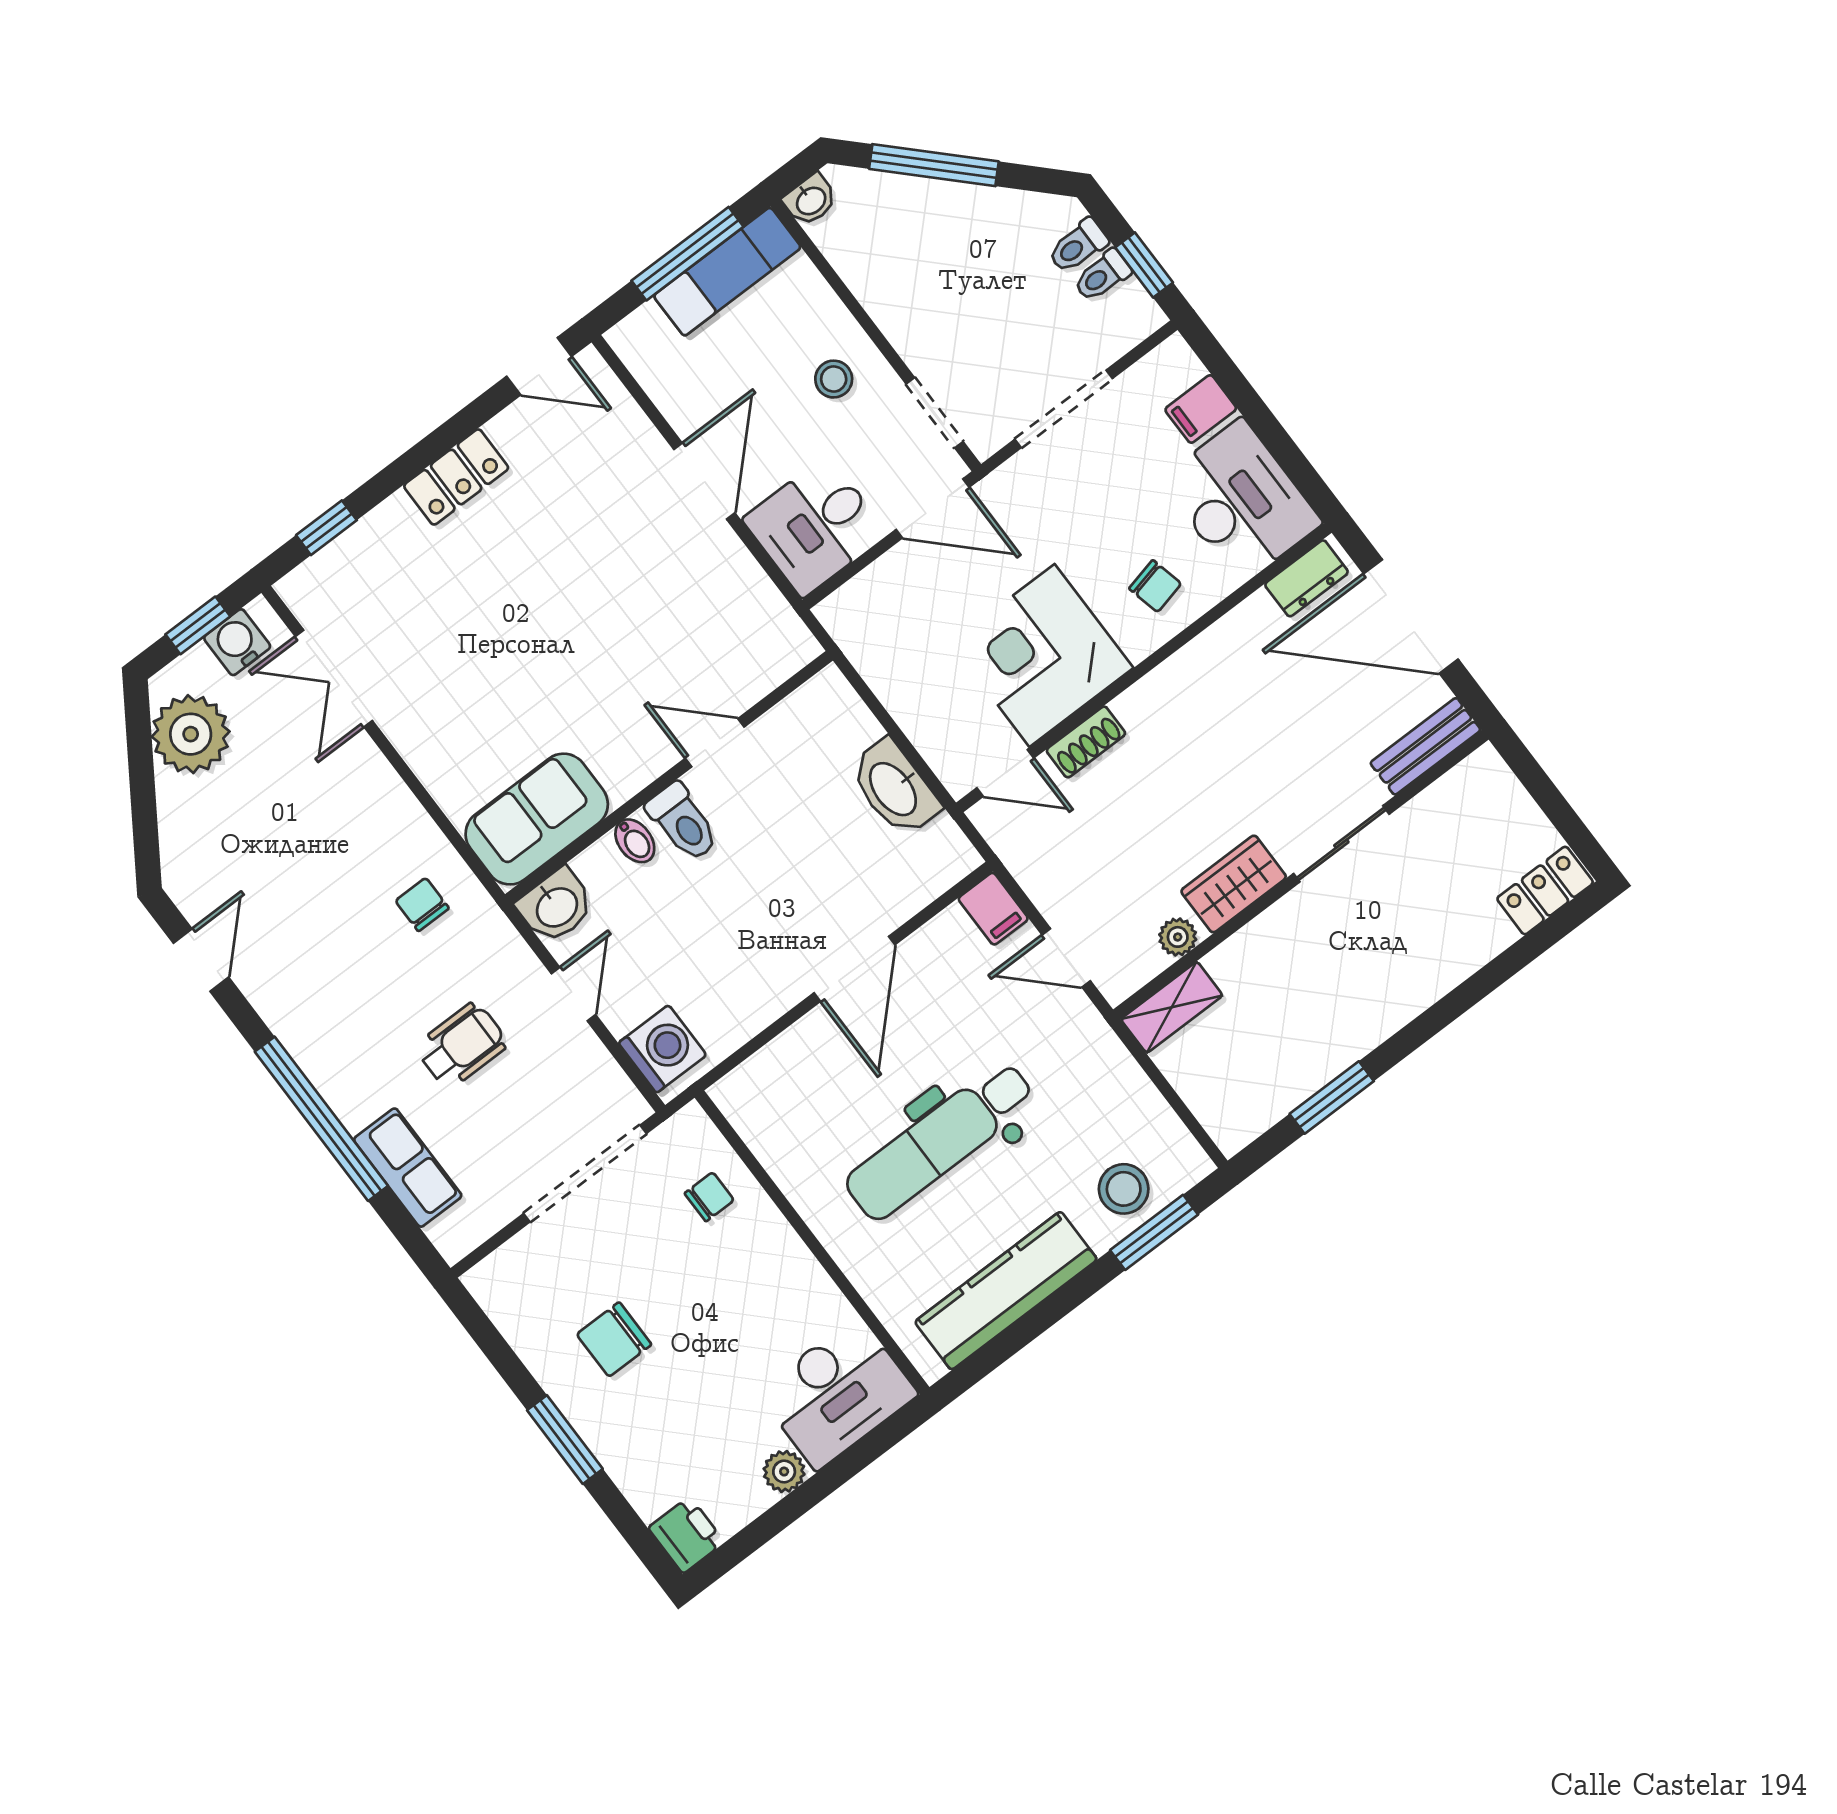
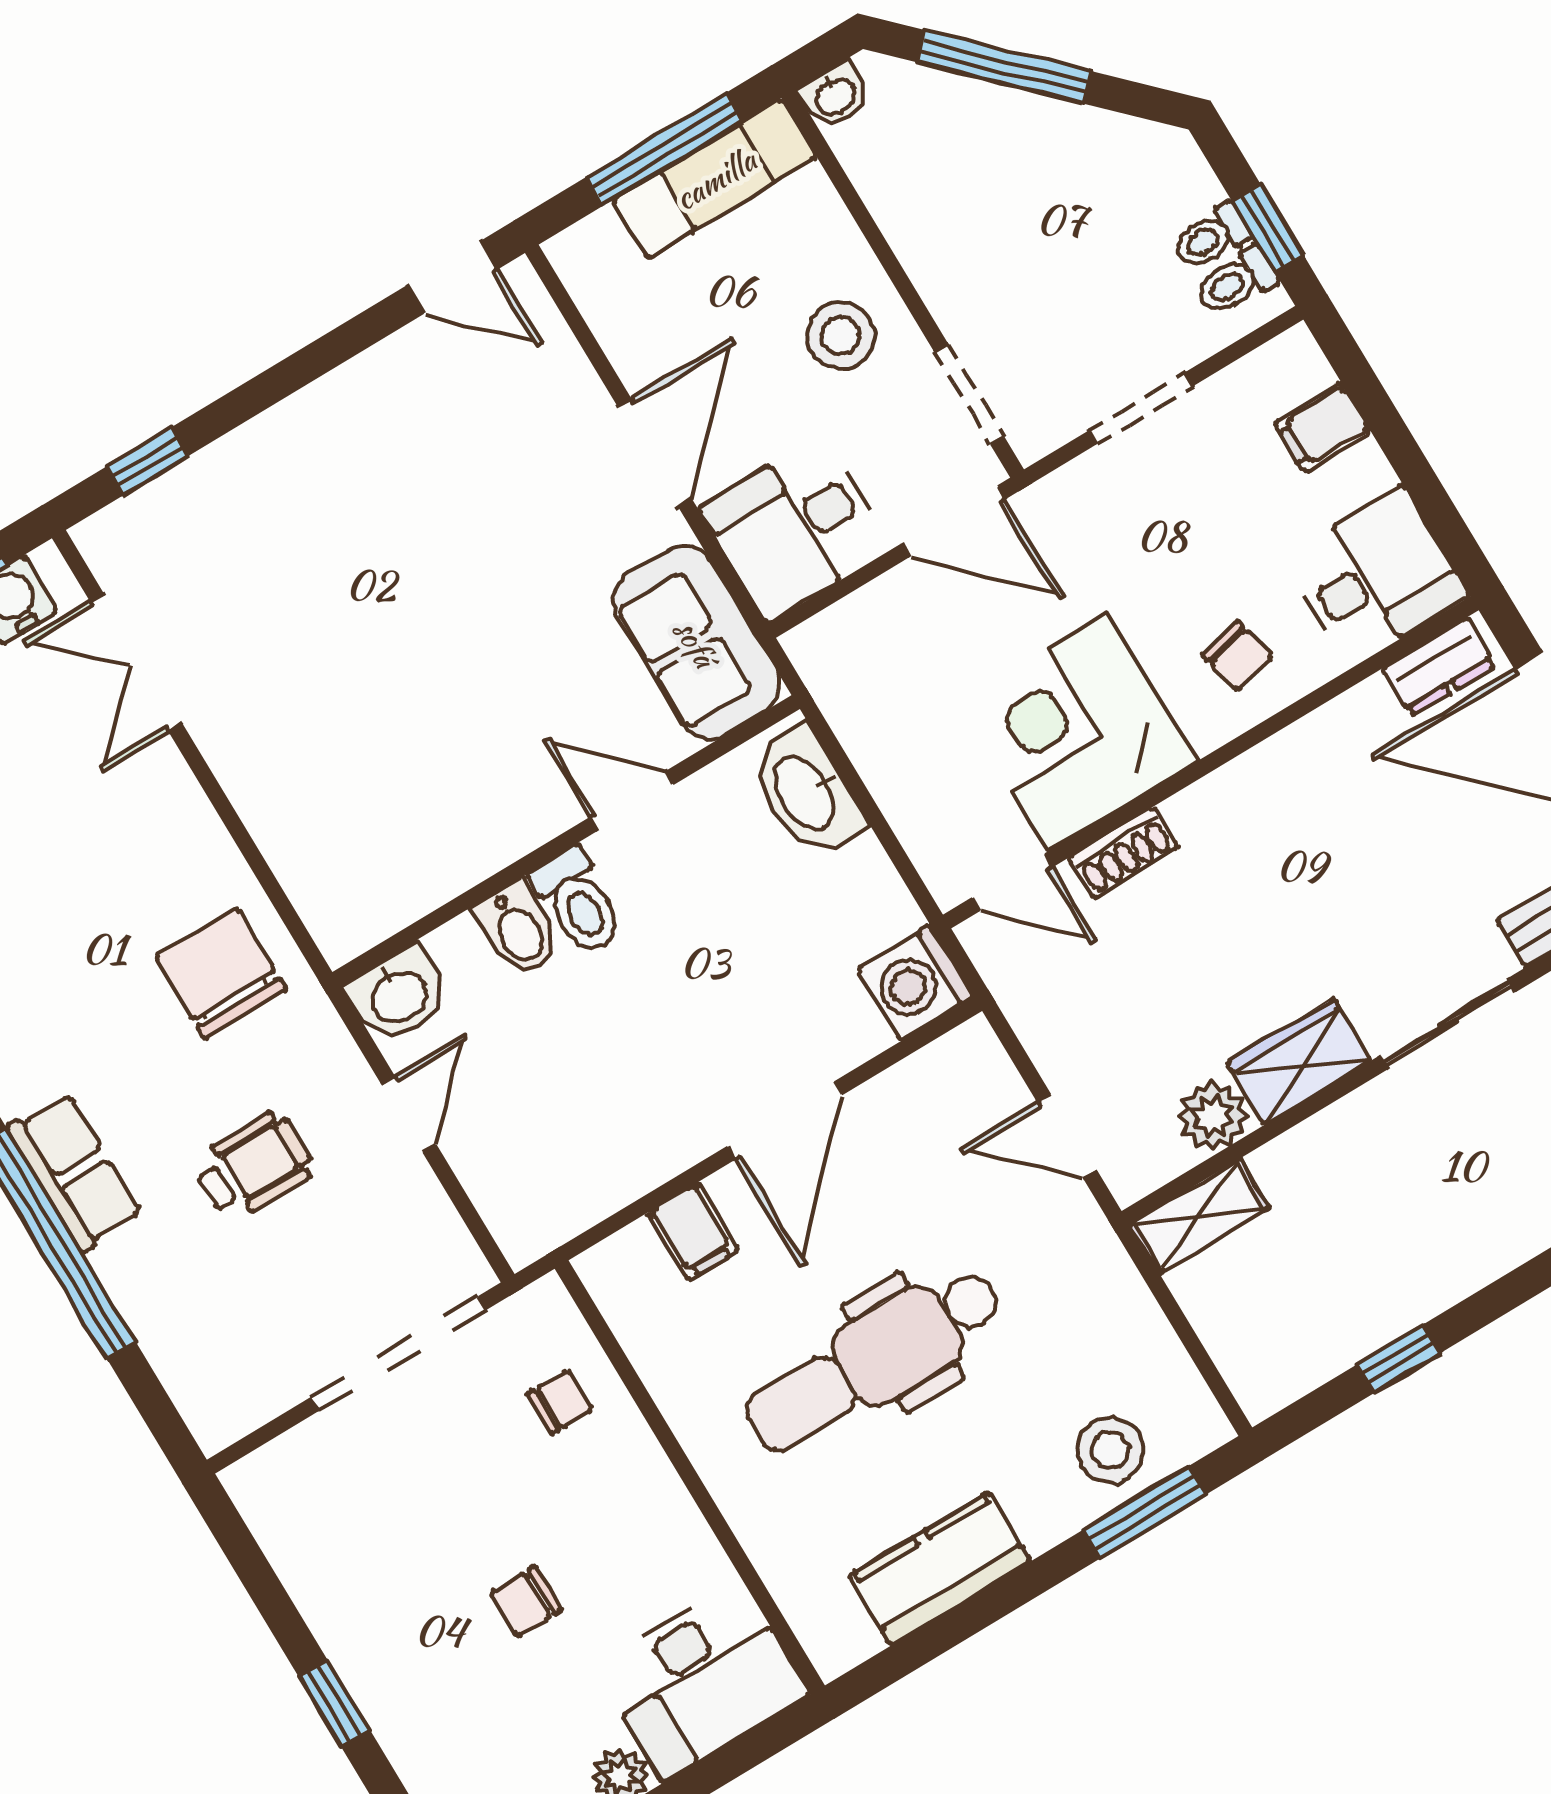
toilet: (1078, 246) -> (1236, 282), moved
stool: (834, 379) -> (841, 336), width x1.37, depth x1.37
doorway: (1064, 409) -> (1141, 408), width x0.73
locker: (456, 477) -> (326, 412), removed
desk: (1241, 501) -> (1376, 577), width x0.73
washbasin: (894, 788) -> (806, 792), moved
sofa: (537, 819) -> (696, 643), moved, turned -90
bidet: (635, 841) -> (518, 930), width x1.38, depth x1.36
chair: (422, 904) -> (221, 974), width x1.87, depth x1.87
filing cabinet: (993, 909) -> (693, 1232), moved
plant: (1178, 937) -> (1213, 1116), width x1.38, depth x1.38
washing machine: (662, 1049) -> (916, 983), moved, turned 180
window: (1332, 1098) -> (1399, 1359), width x0.67
row of seats: (408, 1168) -> (75, 1172), moved
kitchen counter: (1006, 1291) -> (940, 1568), width x0.67
chair: (614, 1339) -> (526, 1601), moved, width x0.73, depth x0.73
window: (565, 1440) -> (334, 1703), width x0.67

